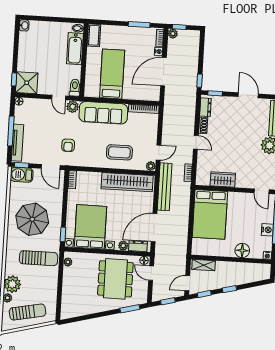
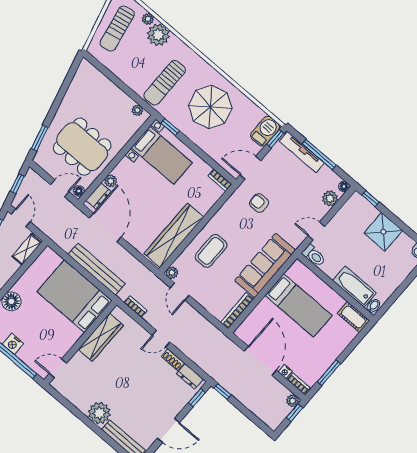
shower: (27, 83) -> (383, 232), moved
plant: (73, 107) -> (330, 198), moved
wardrobe: (223, 180) -> (101, 337), width x1.50
bench: (165, 187) -> (97, 269), moved
bed with nightstands: (91, 227) -> (162, 155), width x0.73

